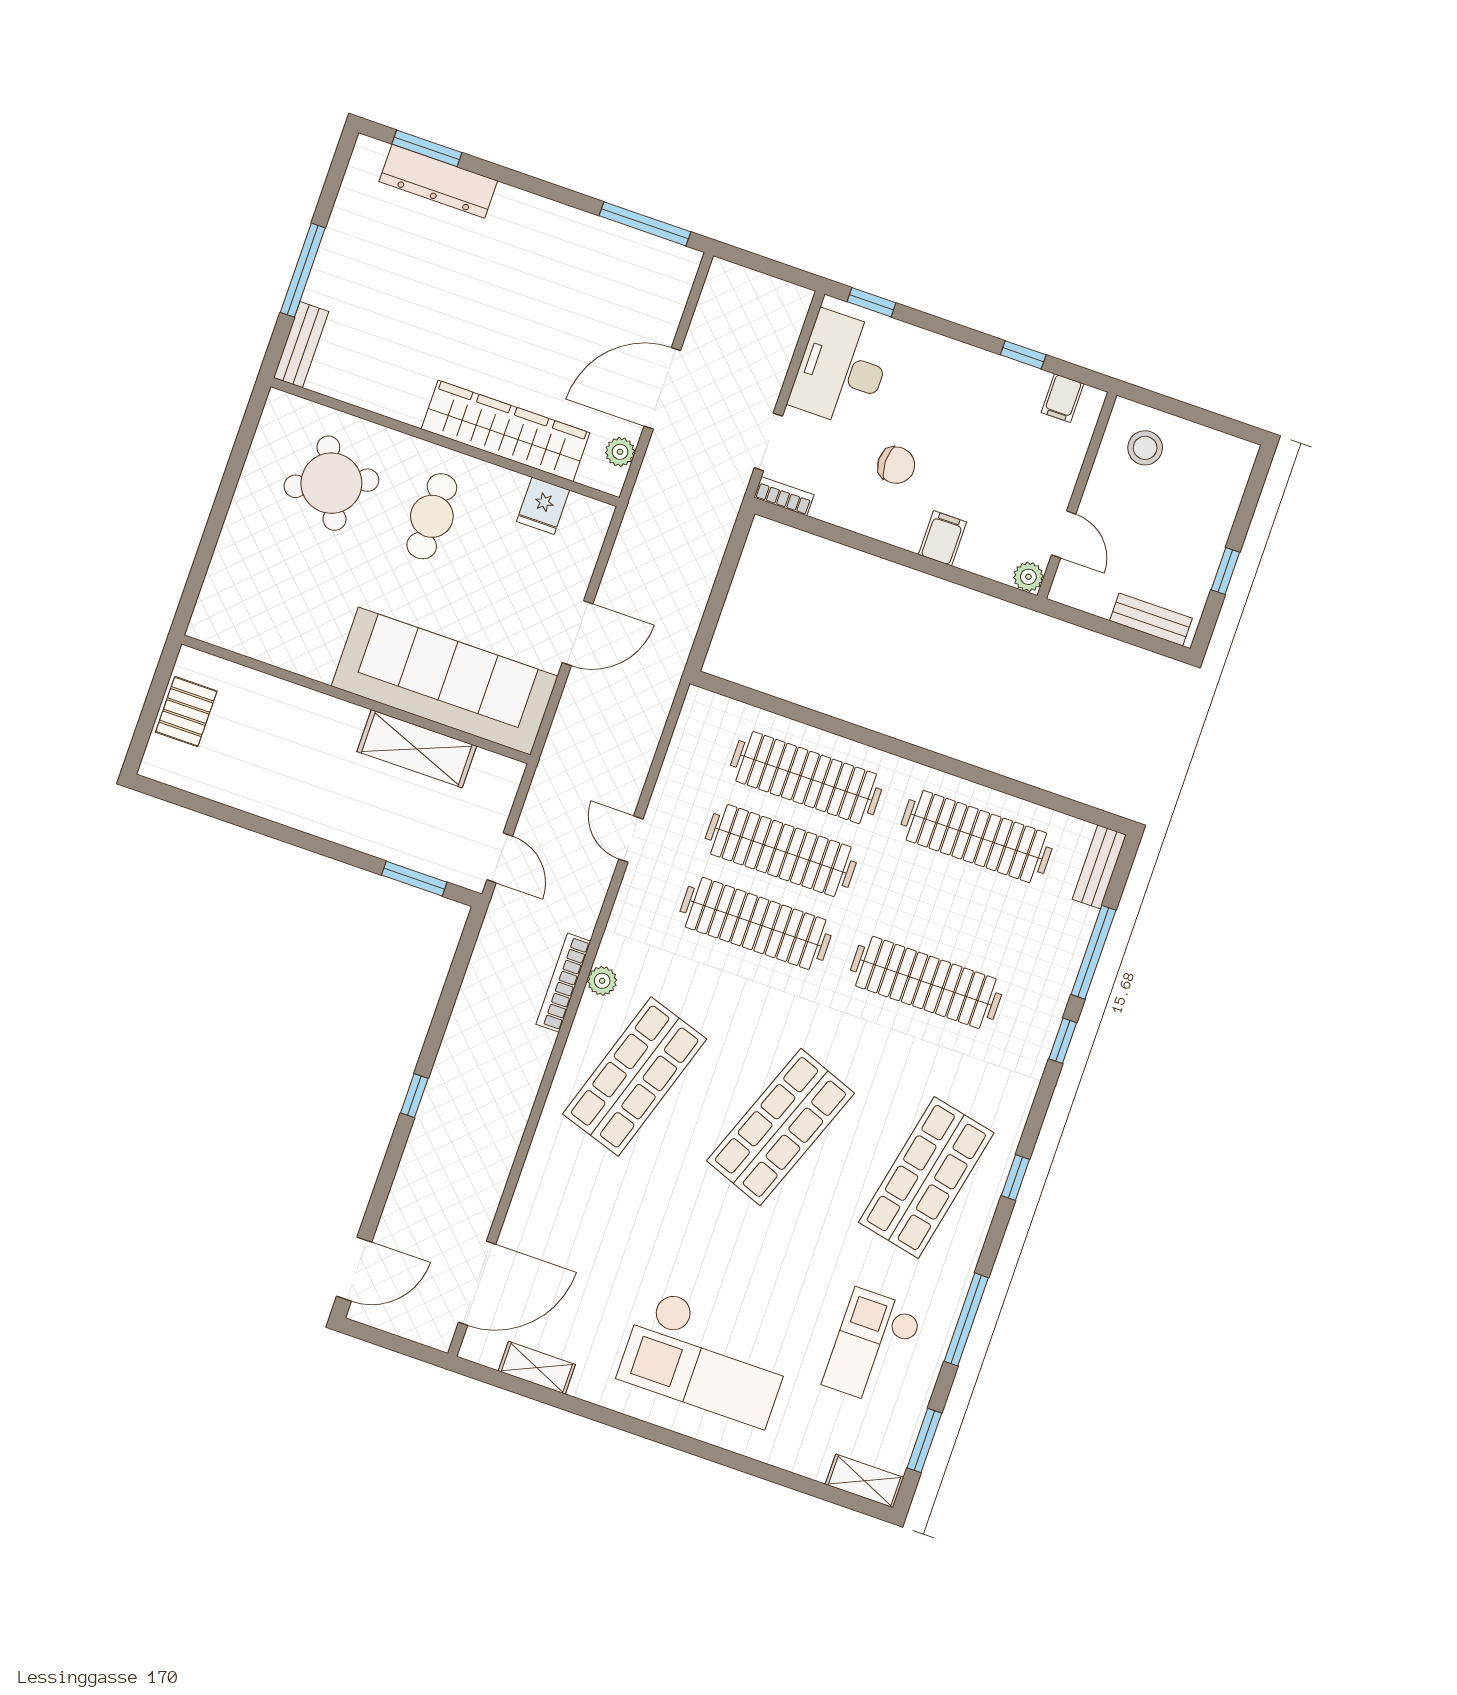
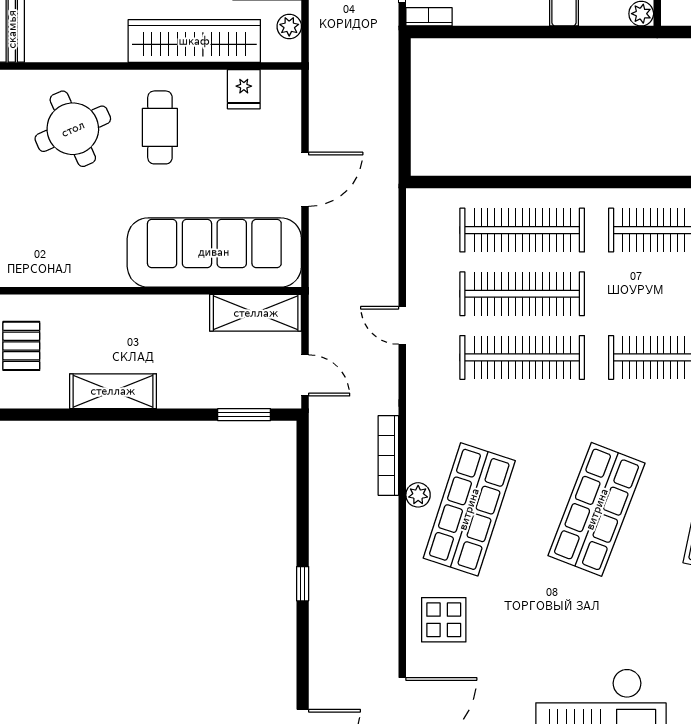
shelving: (417, 749) -> (256, 313), moved
shelving: (273, 800) -> (113, 391), added
plant: (602, 981) -> (418, 495), moved
display table: (562, 1193) -> (444, 620), added

